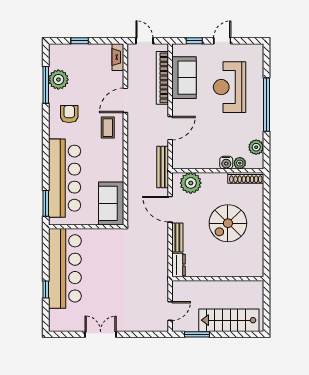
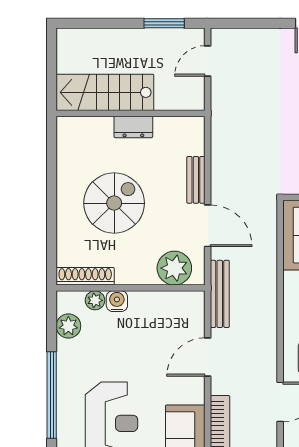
dresser: (179, 265) -> (133, 127), moved, turned -90
stairs: (229, 320) -> (105, 92), moved, turned 180

